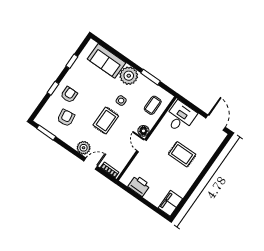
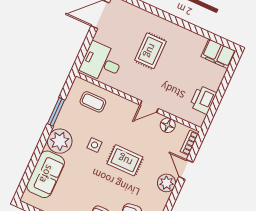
floor lamp: (143, 131) -> (168, 125), moved

